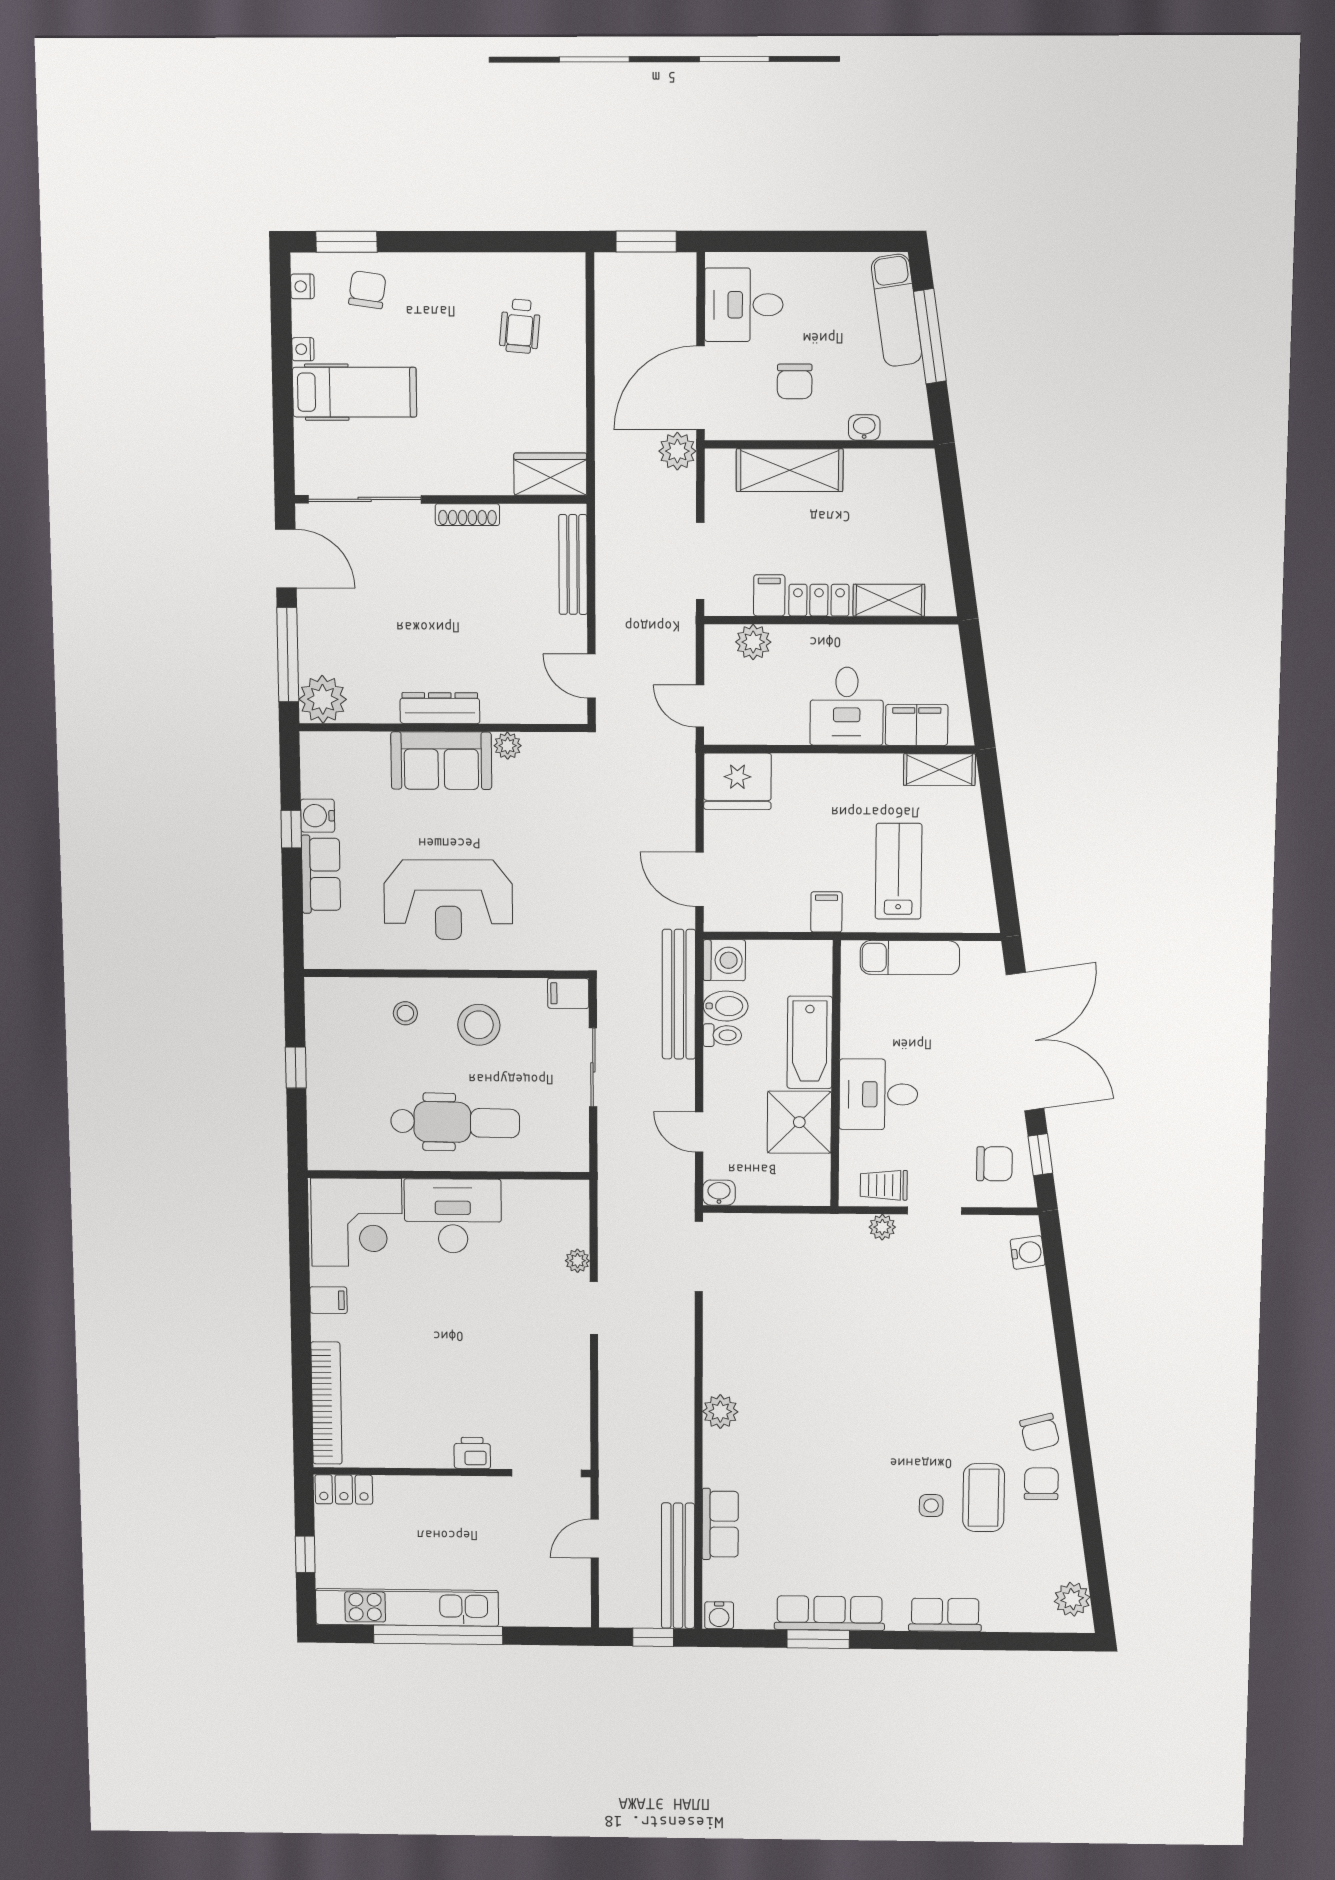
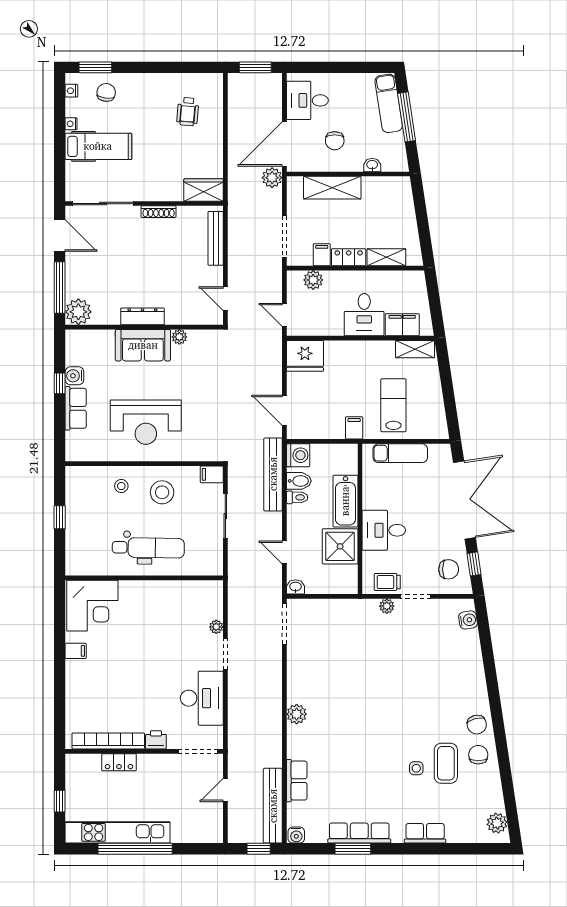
desk: (453, 1216) -> (202, 698), moved, turned 90
bookcase: (326, 1403) -> (108, 741), moved, turned -90
locker: (344, 1489) -> (119, 762), moved

